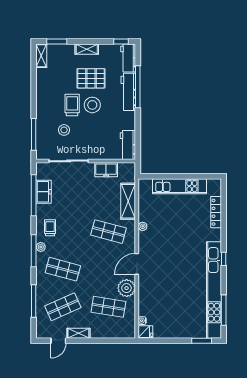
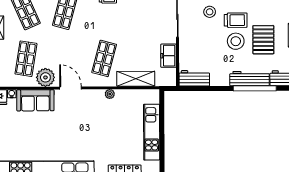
sofa: (148, 298) -> (35, 100), added

